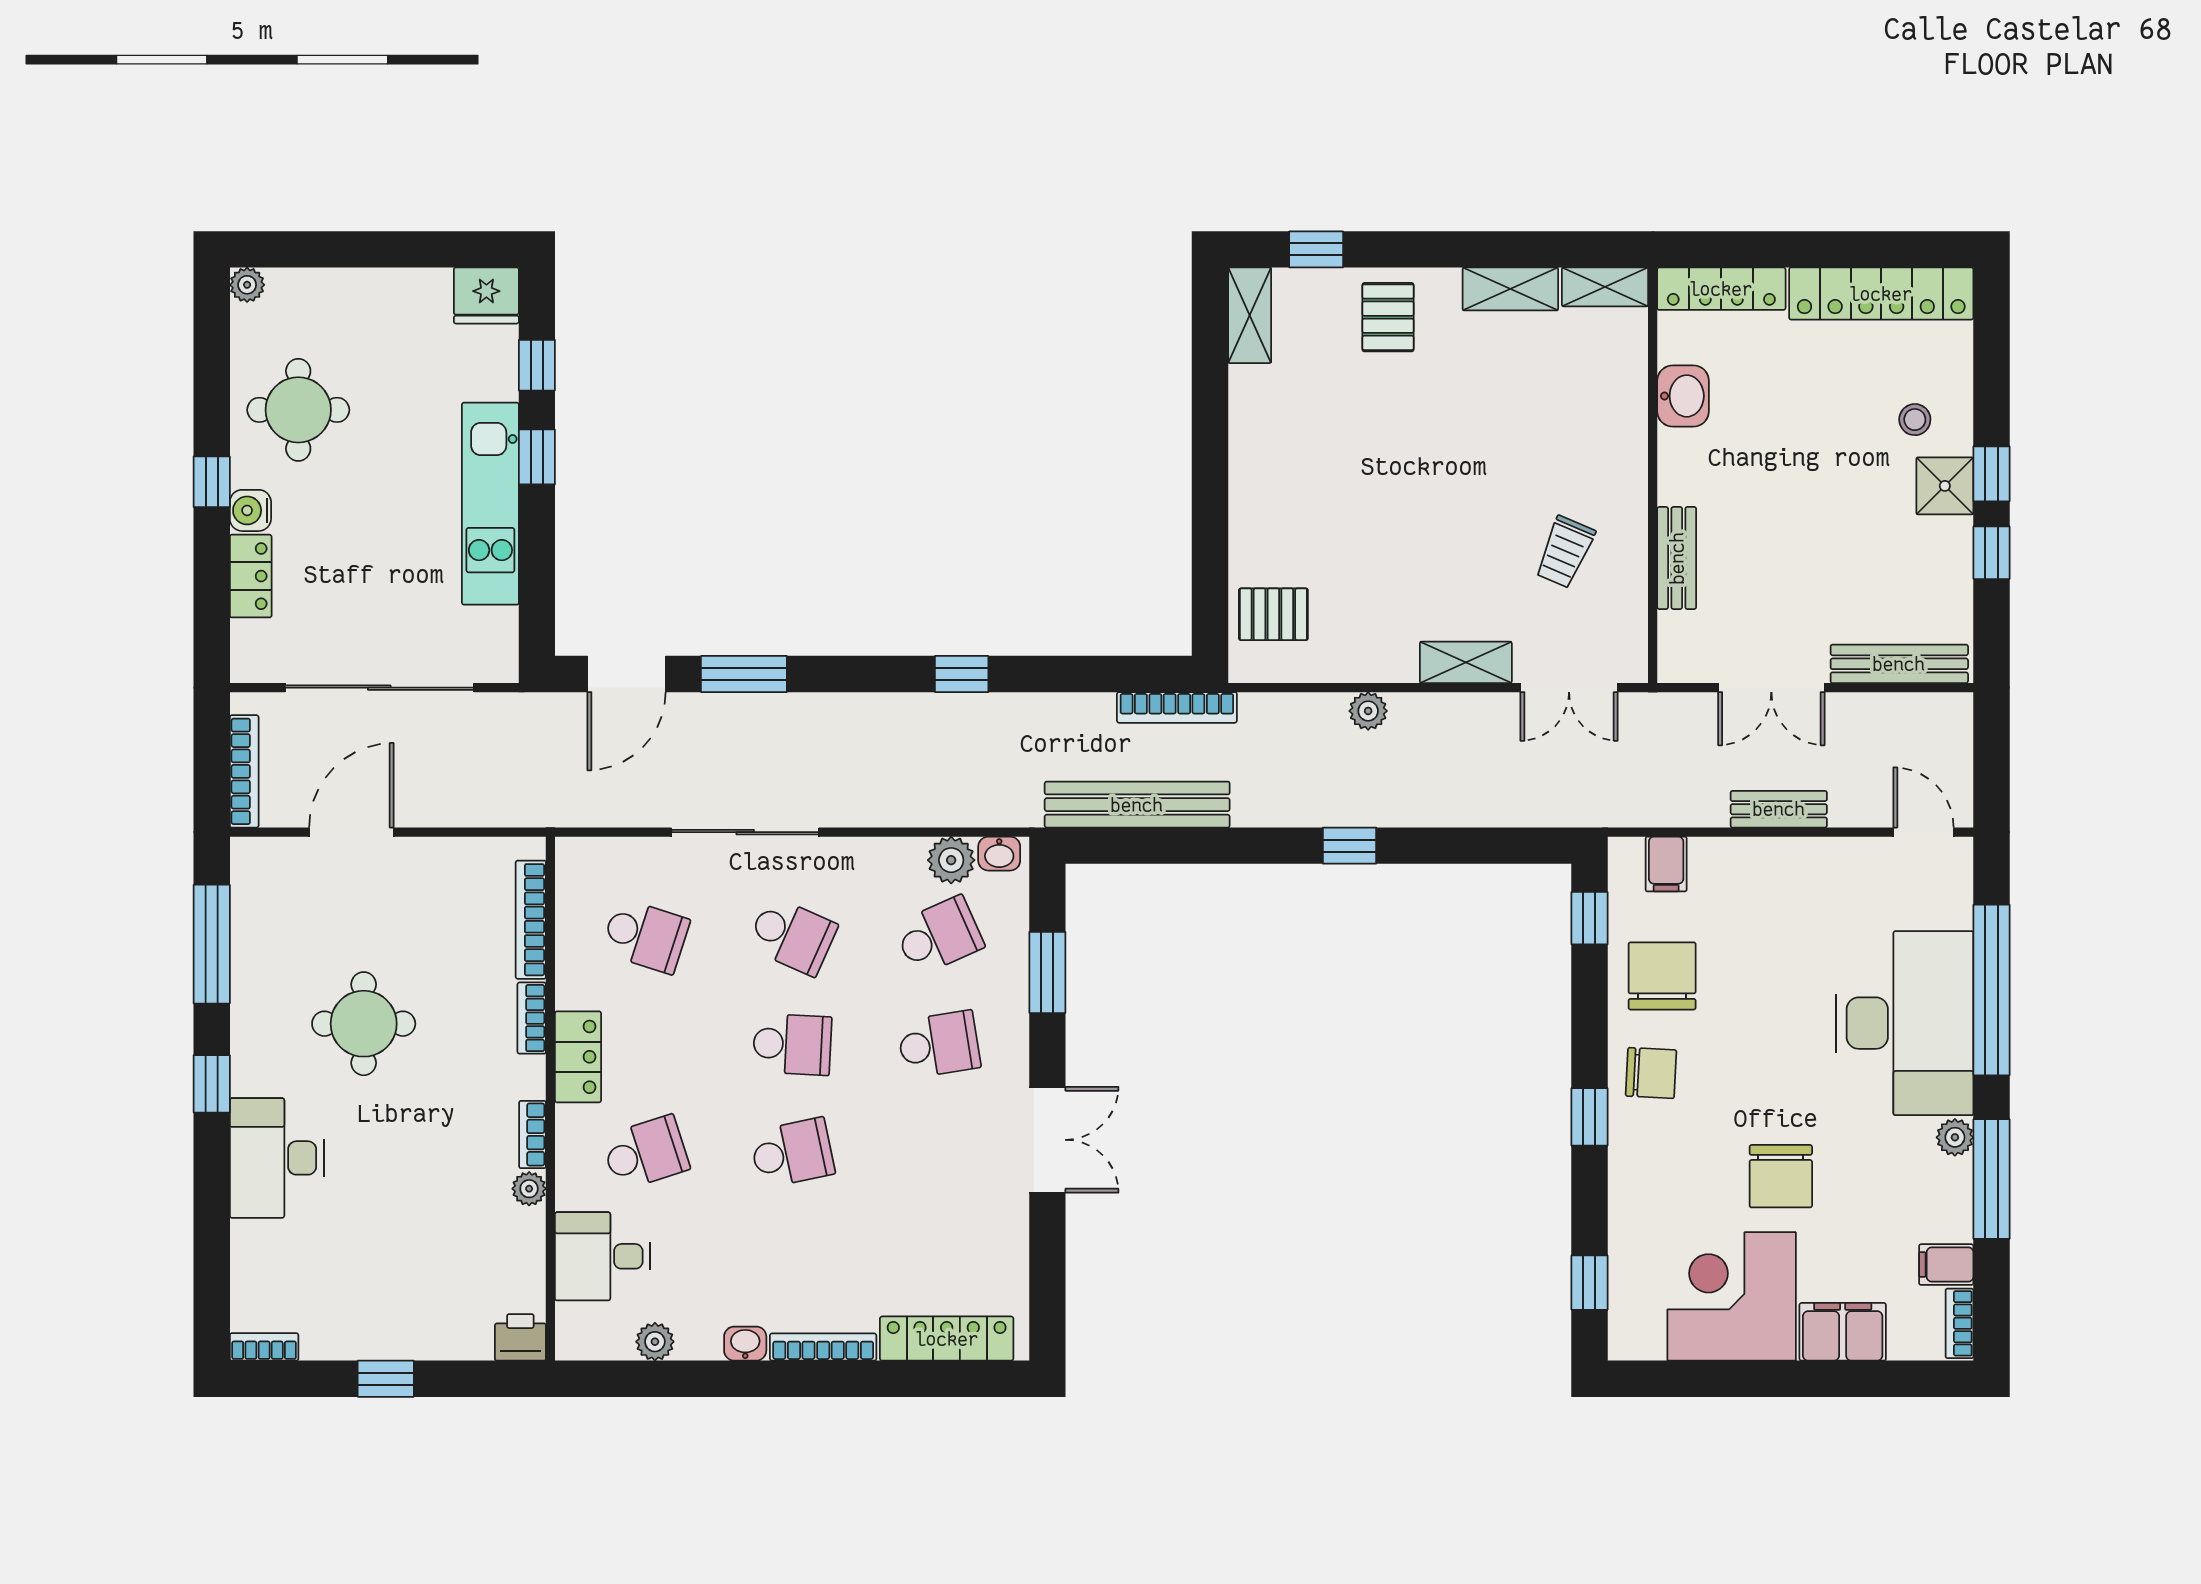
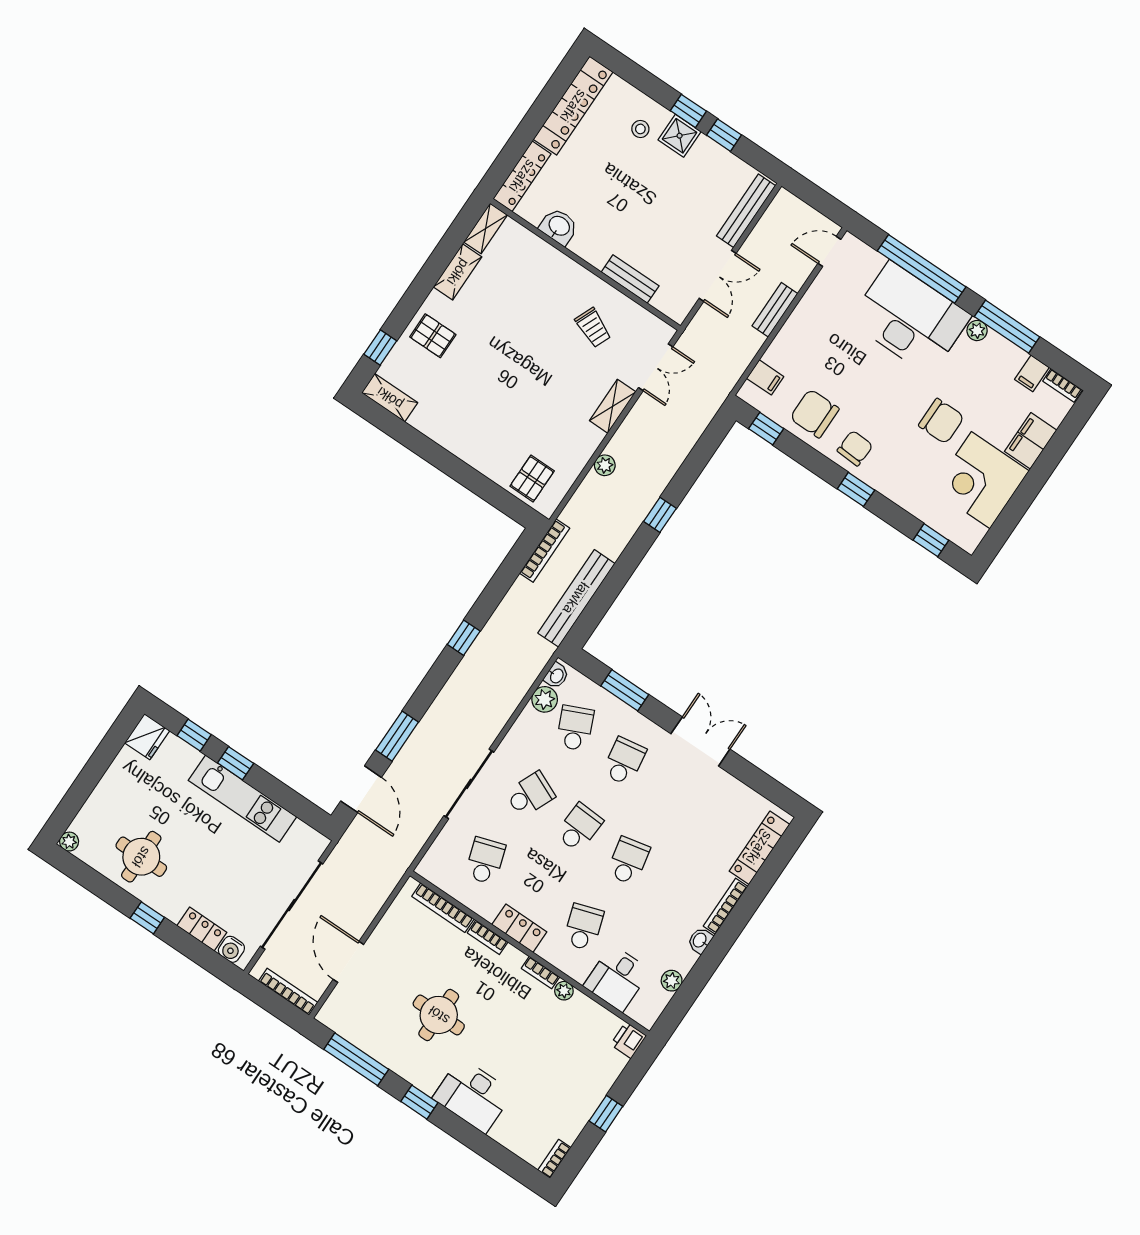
water cooler: (250, 510) -> (231, 949), moved
school desk: (645, 936) -> (485, 861), turned -36

